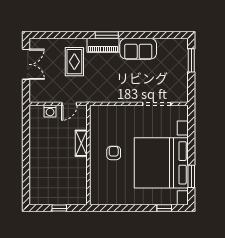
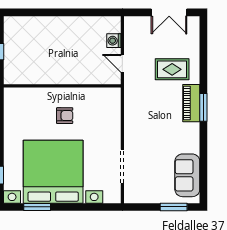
sofa: (138, 49) -> (187, 175), moved
shelving: (81, 143) -> (76, 77), removed

